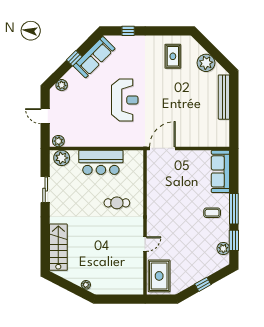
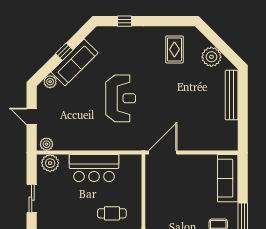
sofa: (94, 57) -> (74, 62), moved

